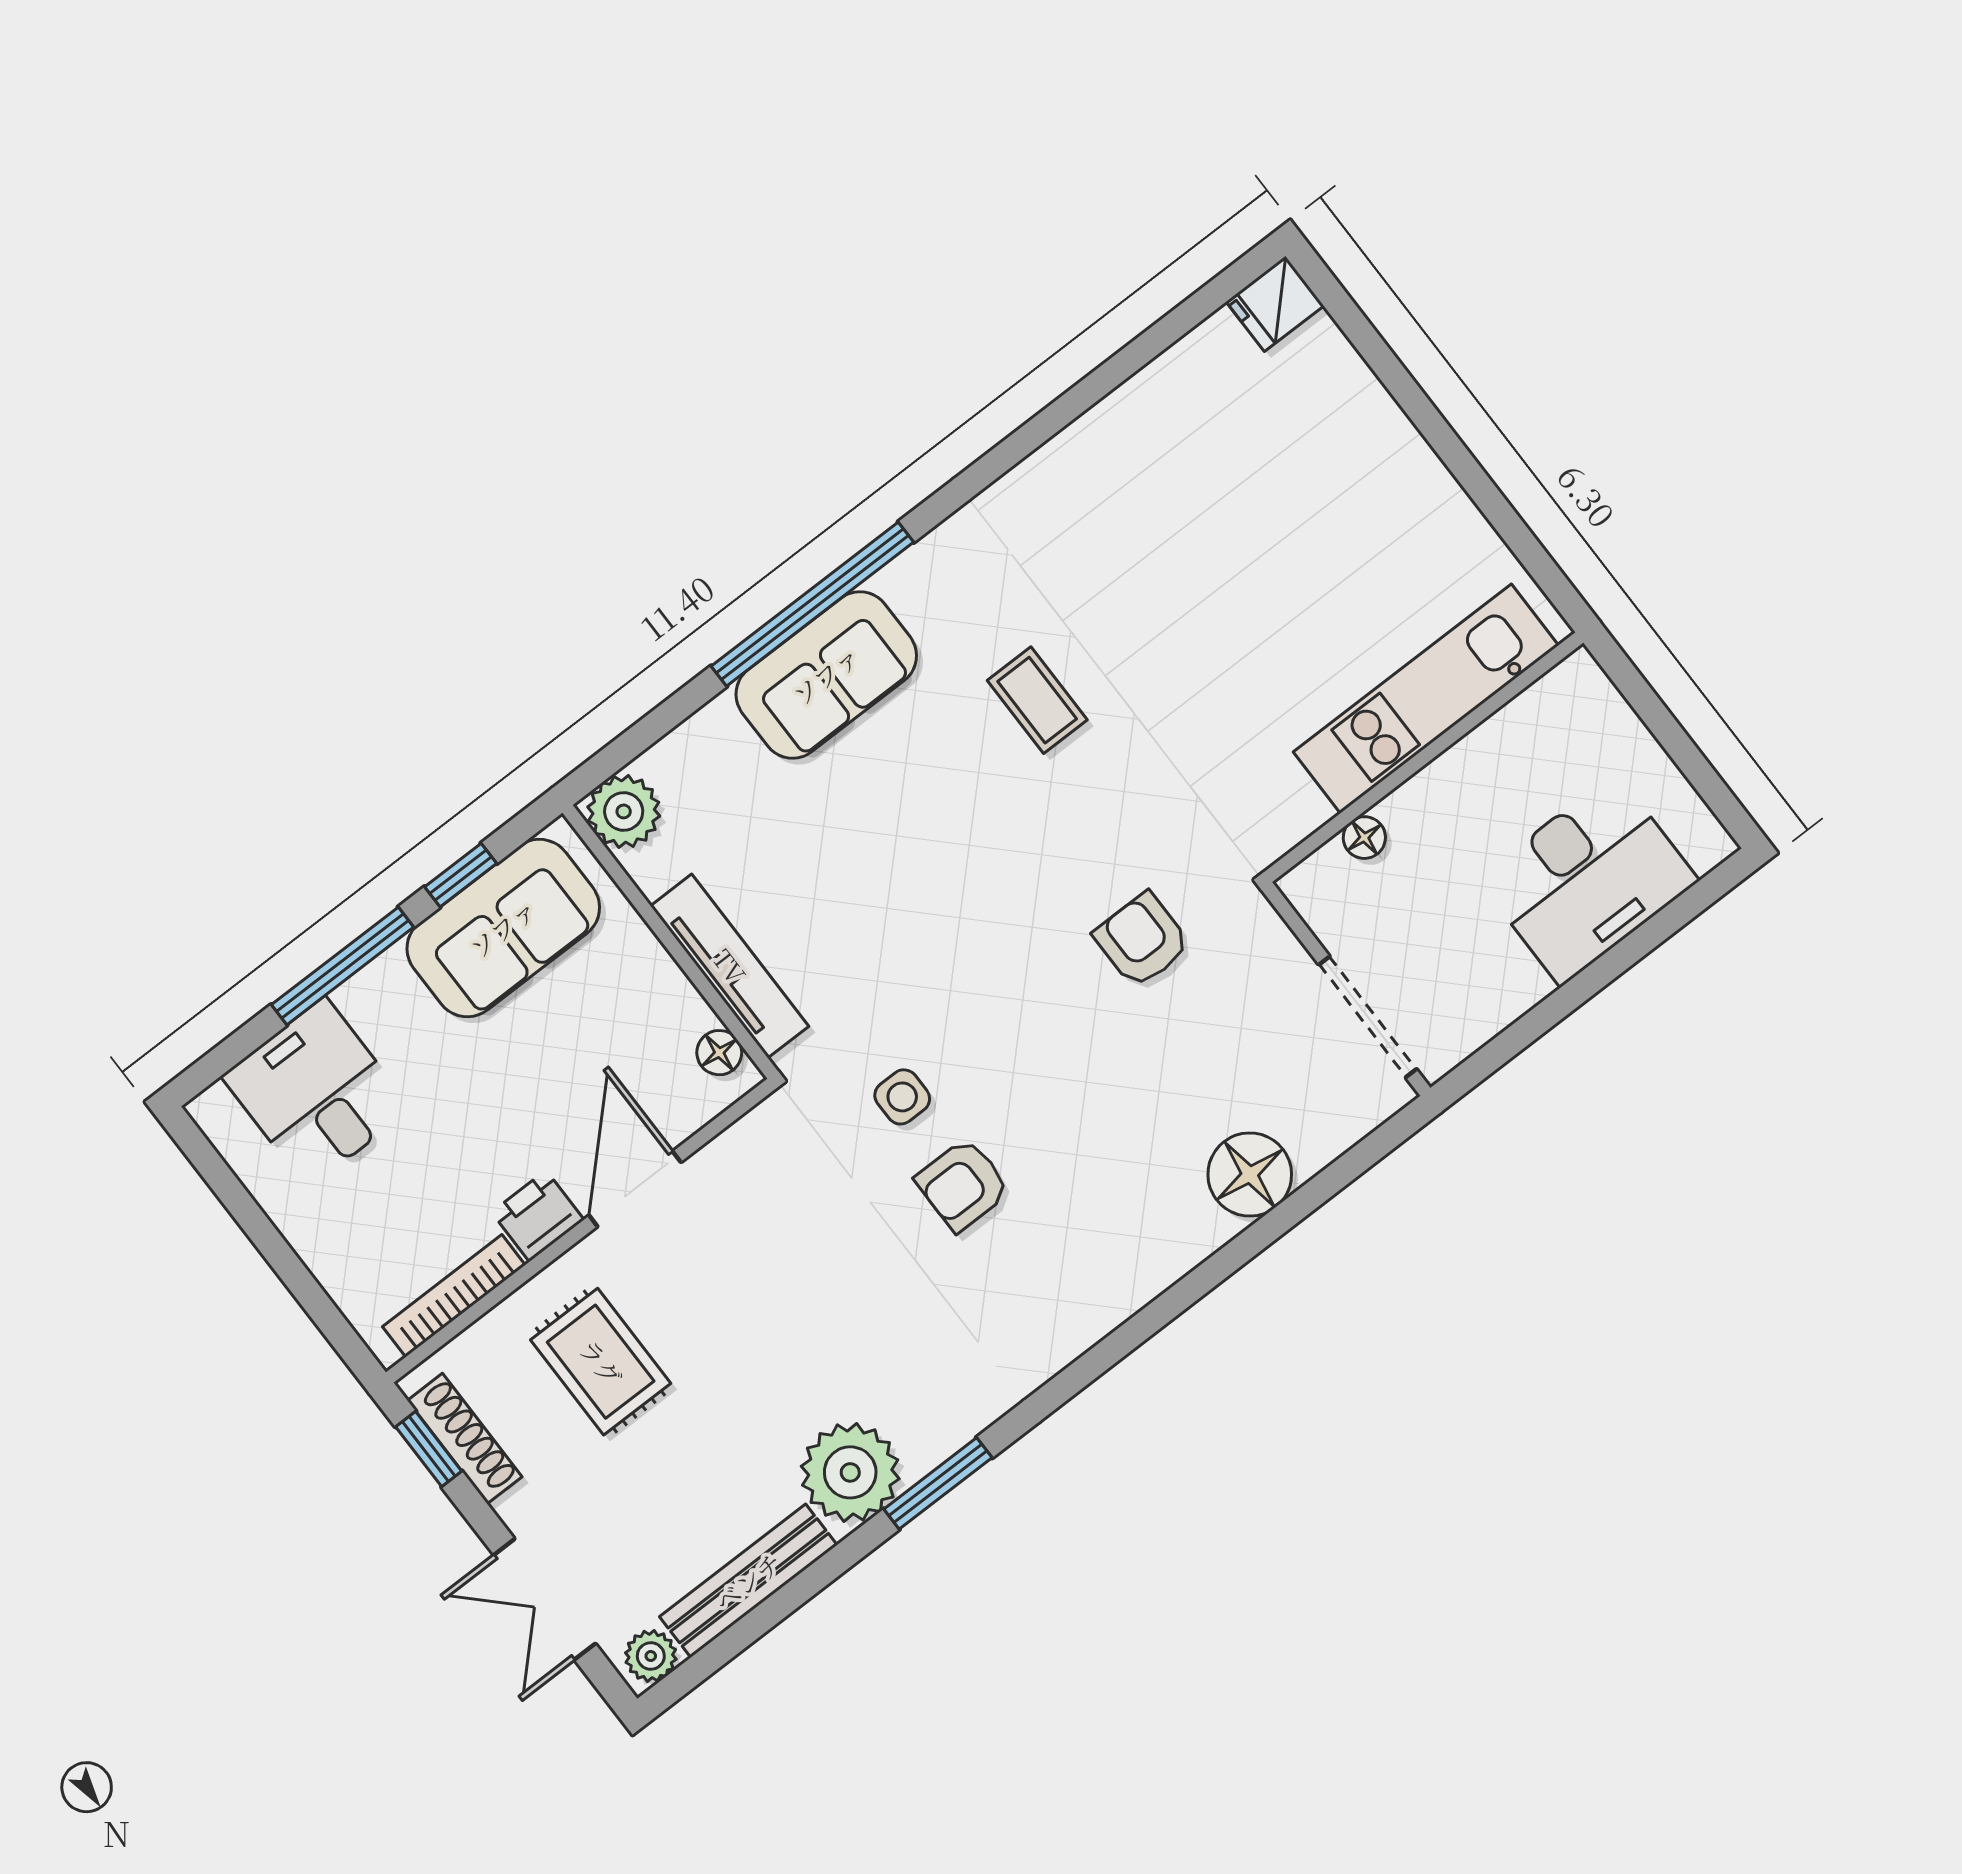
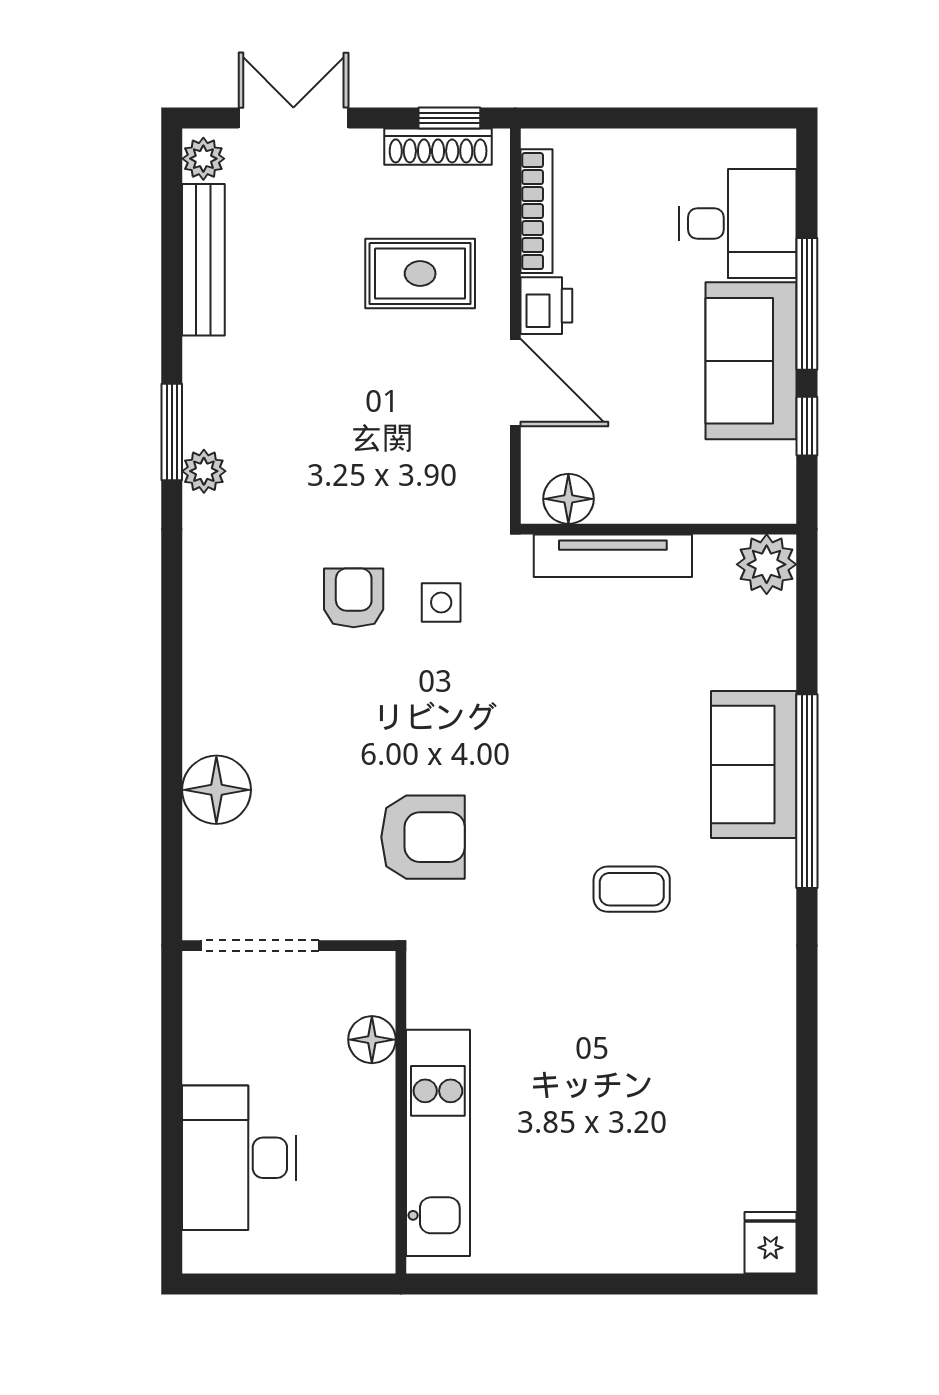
floor lamp: (1364, 838) -> (372, 1040), width x1.37, depth x1.37
sofa: (503, 928) -> (751, 361), moved
armchair: (1142, 940) -> (423, 837), width x1.38, depth x1.38
floor lamp: (719, 1053) -> (568, 499), width x1.37, depth x1.37
plant: (850, 1472) -> (204, 471), moved, width x0.53, depth x0.53

